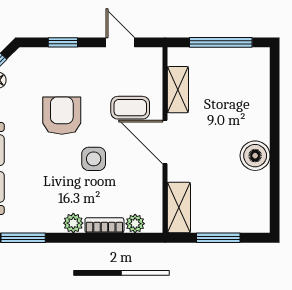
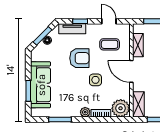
tv unit: (47, 57) -> (72, 29), added
coffee table: (130, 108) -> (110, 44), moved
armchair: (62, 116) -> (79, 58), turned 90
plant: (135, 224) -> (121, 108), width x1.87, depth x1.87

